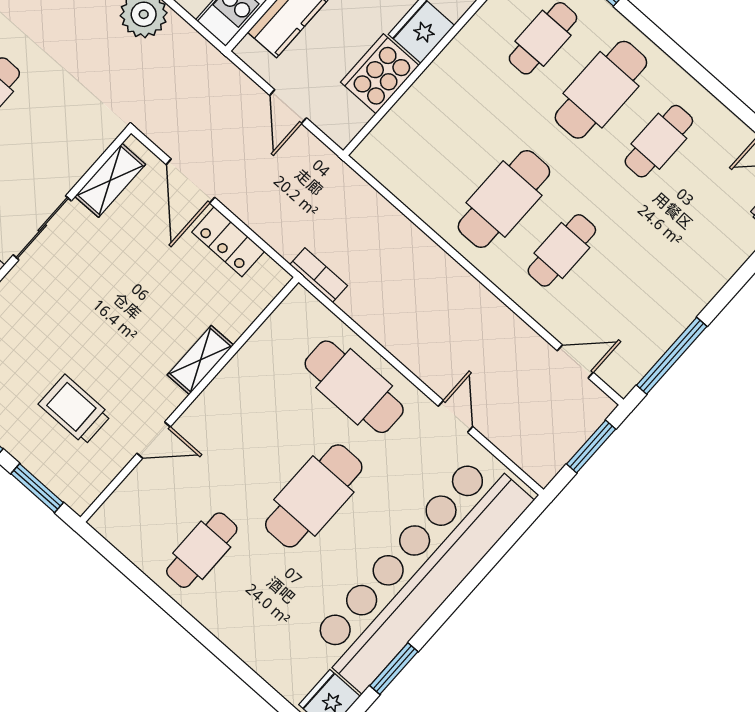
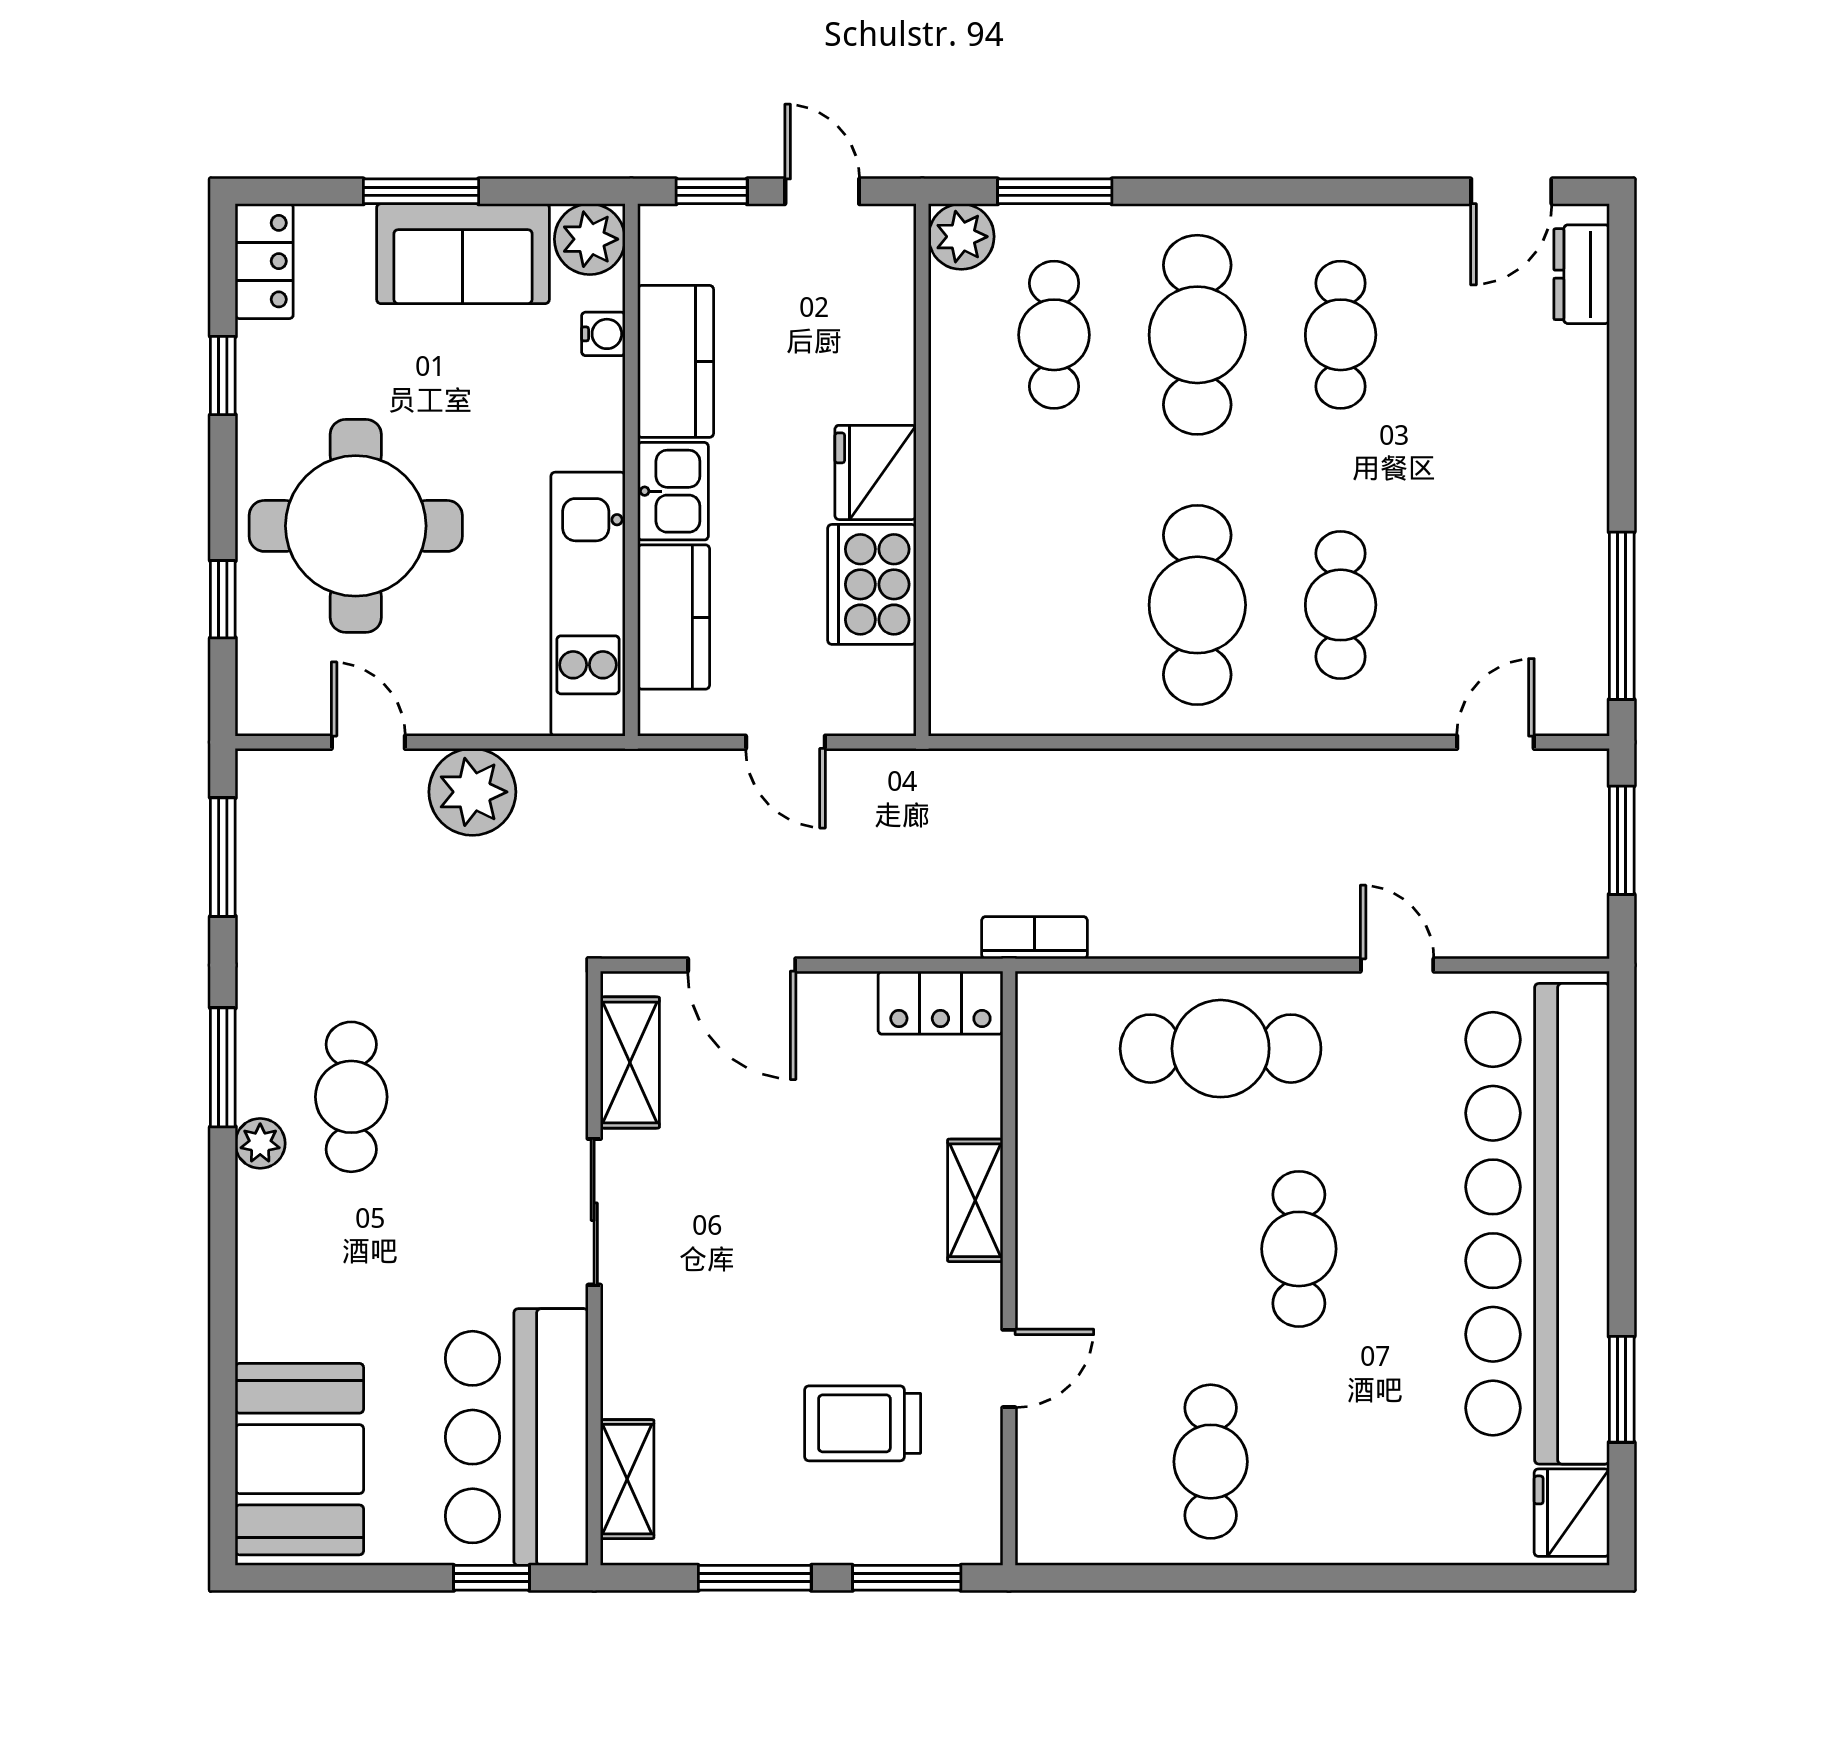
locker: (228, 242) -> (940, 1003), moved
cafe table: (314, 496) -> (1299, 1249), width x0.73, depth x0.74

